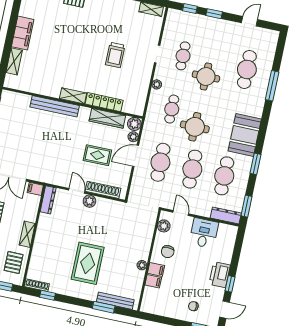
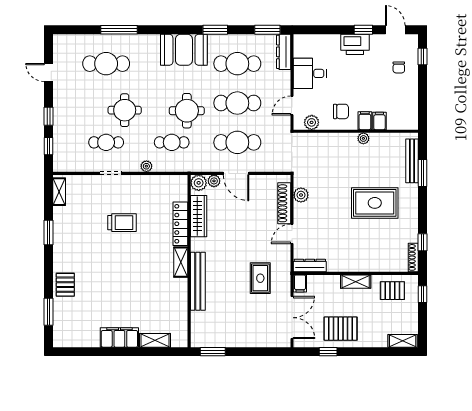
rug: (97, 155) -> (260, 278), moved
plant: (89, 201) -> (301, 195), moved

